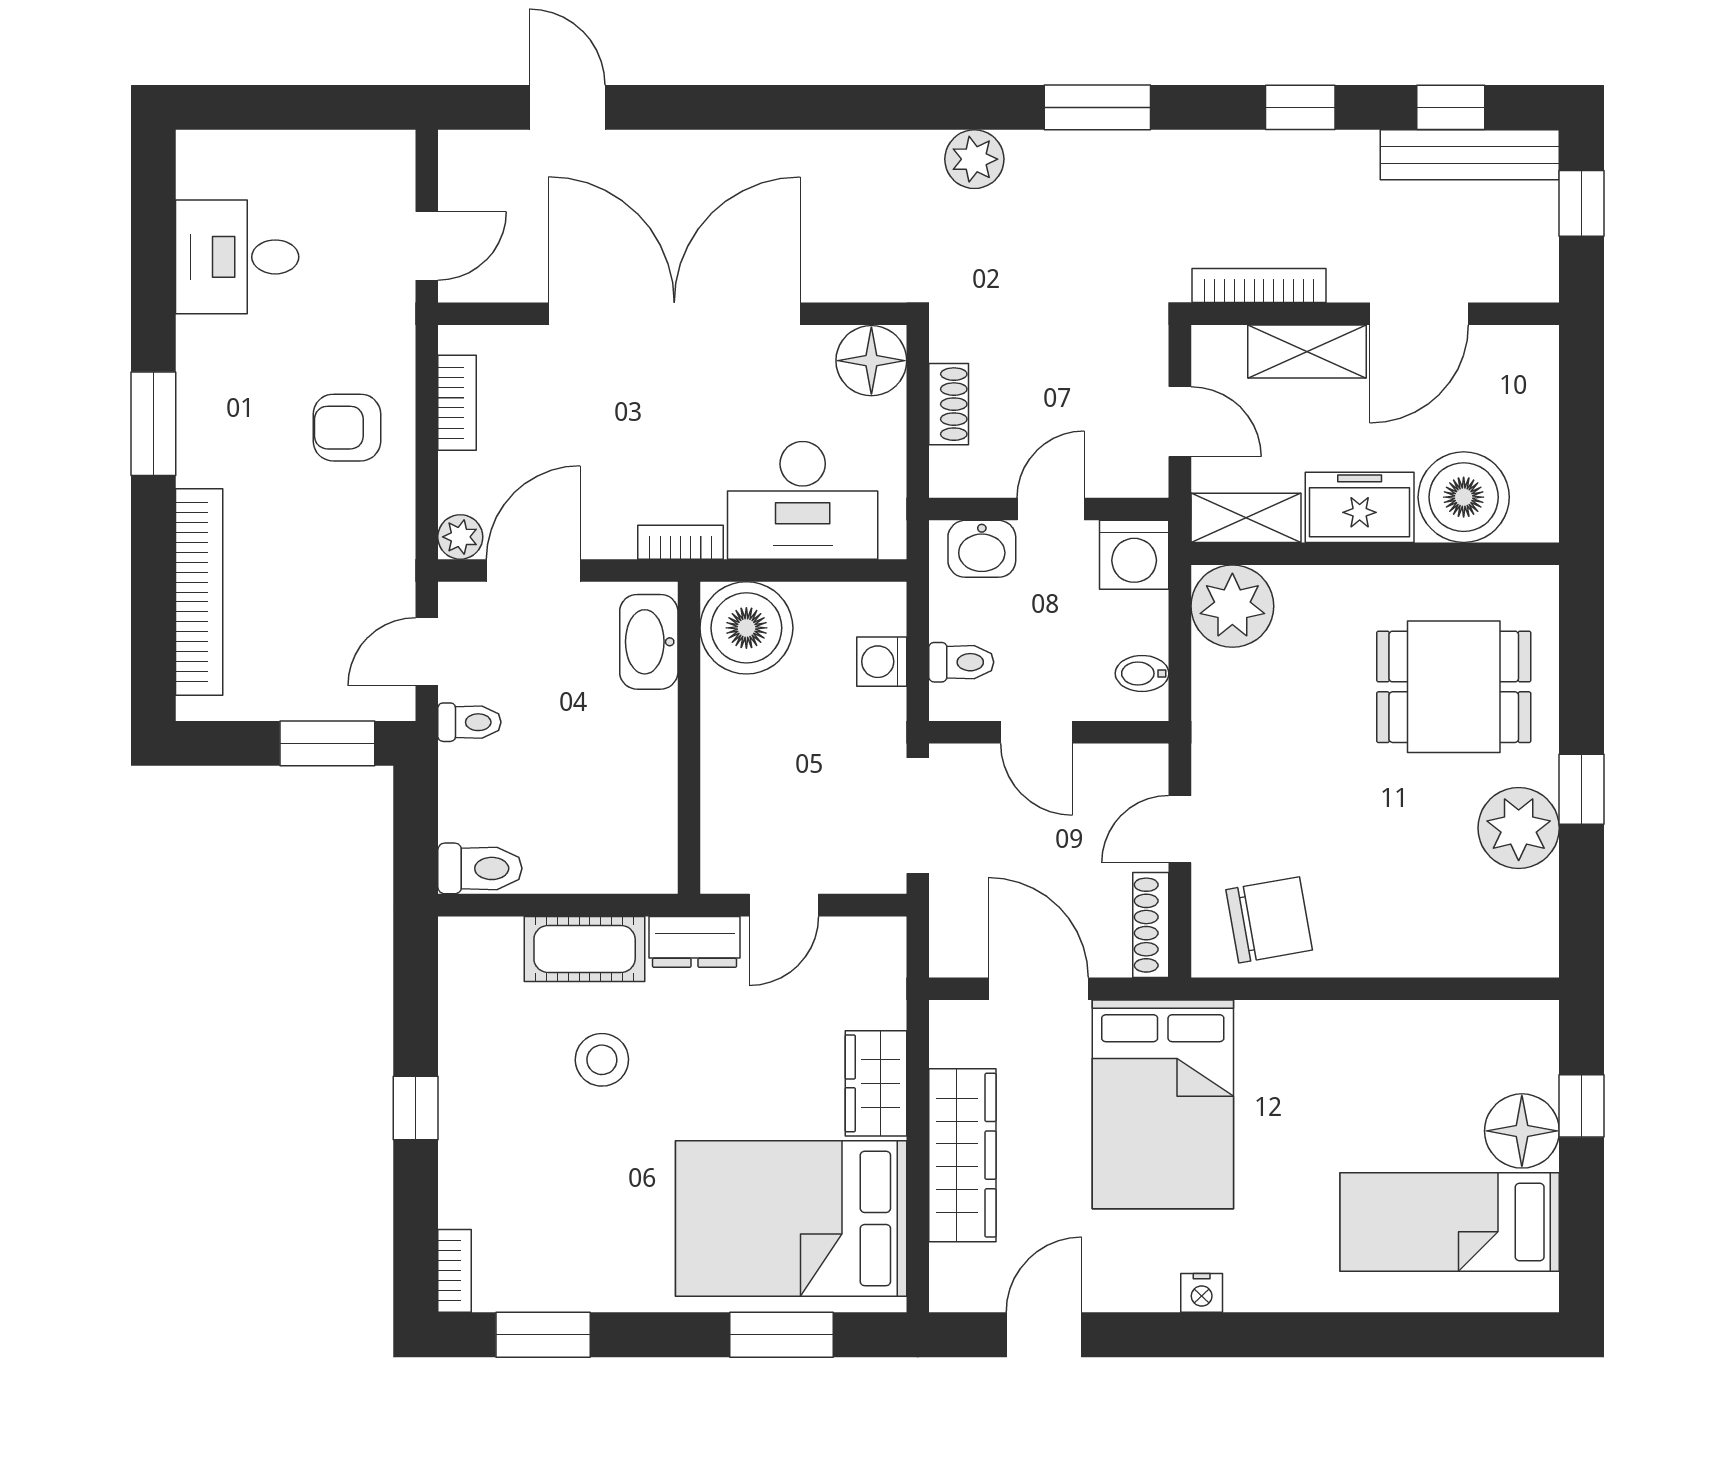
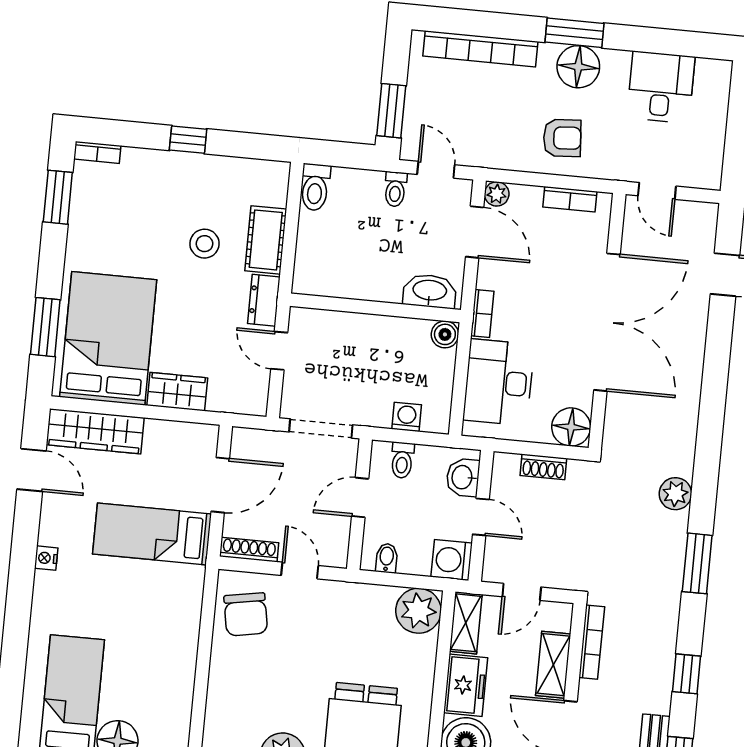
floor lamp: (215, 411) -> (578, 67), added
armchair: (347, 428) -> (562, 138), turned 86
boiler: (746, 628) -> (445, 334), width x0.54, depth x0.54
bed: (1163, 1104) -> (152, 534), width x0.67
wardrobe: (962, 1155) -> (95, 431), moved

